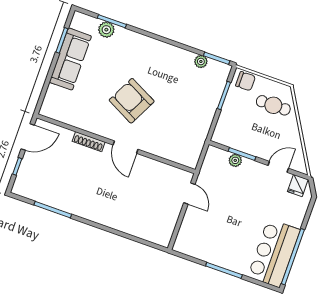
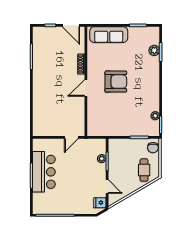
sofa: (70, 59) -> (109, 35), moved
armchair: (132, 101) -> (116, 82), turned 63
bar counter: (274, 253) -> (44, 172), moved, turned 90

